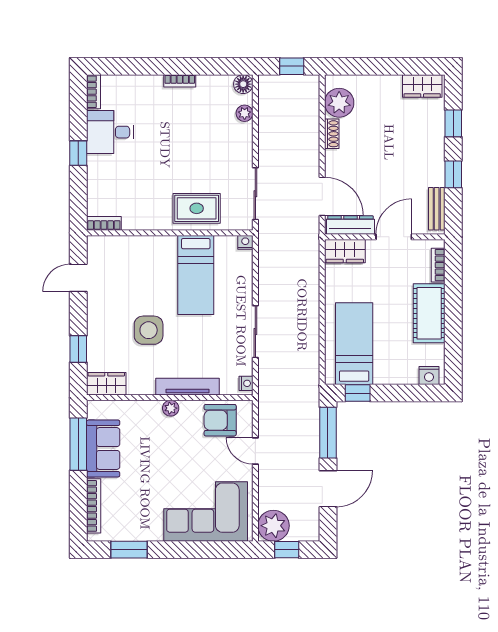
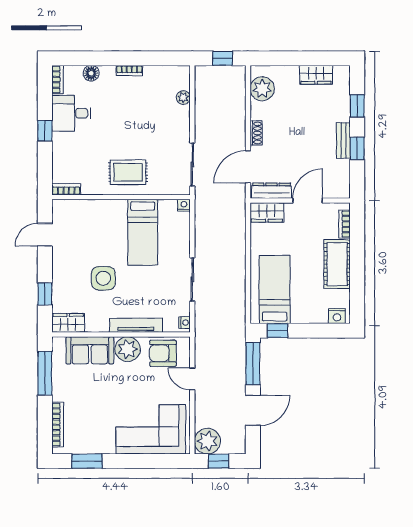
floor lamp: (243, 84) -> (91, 73), moved
wardrobe: (422, 86) -> (316, 75), moved
shoe rack: (332, 134) -> (256, 133), moved
door: (322, 196) -> (248, 167), swing flipped
rug: (197, 208) -> (128, 172), moved
bench: (437, 209) -> (343, 140), moved
plant: (171, 408) -> (128, 349), width x1.88, depth x1.88
sofa: (103, 449) -> (90, 350), moved, turned 90

